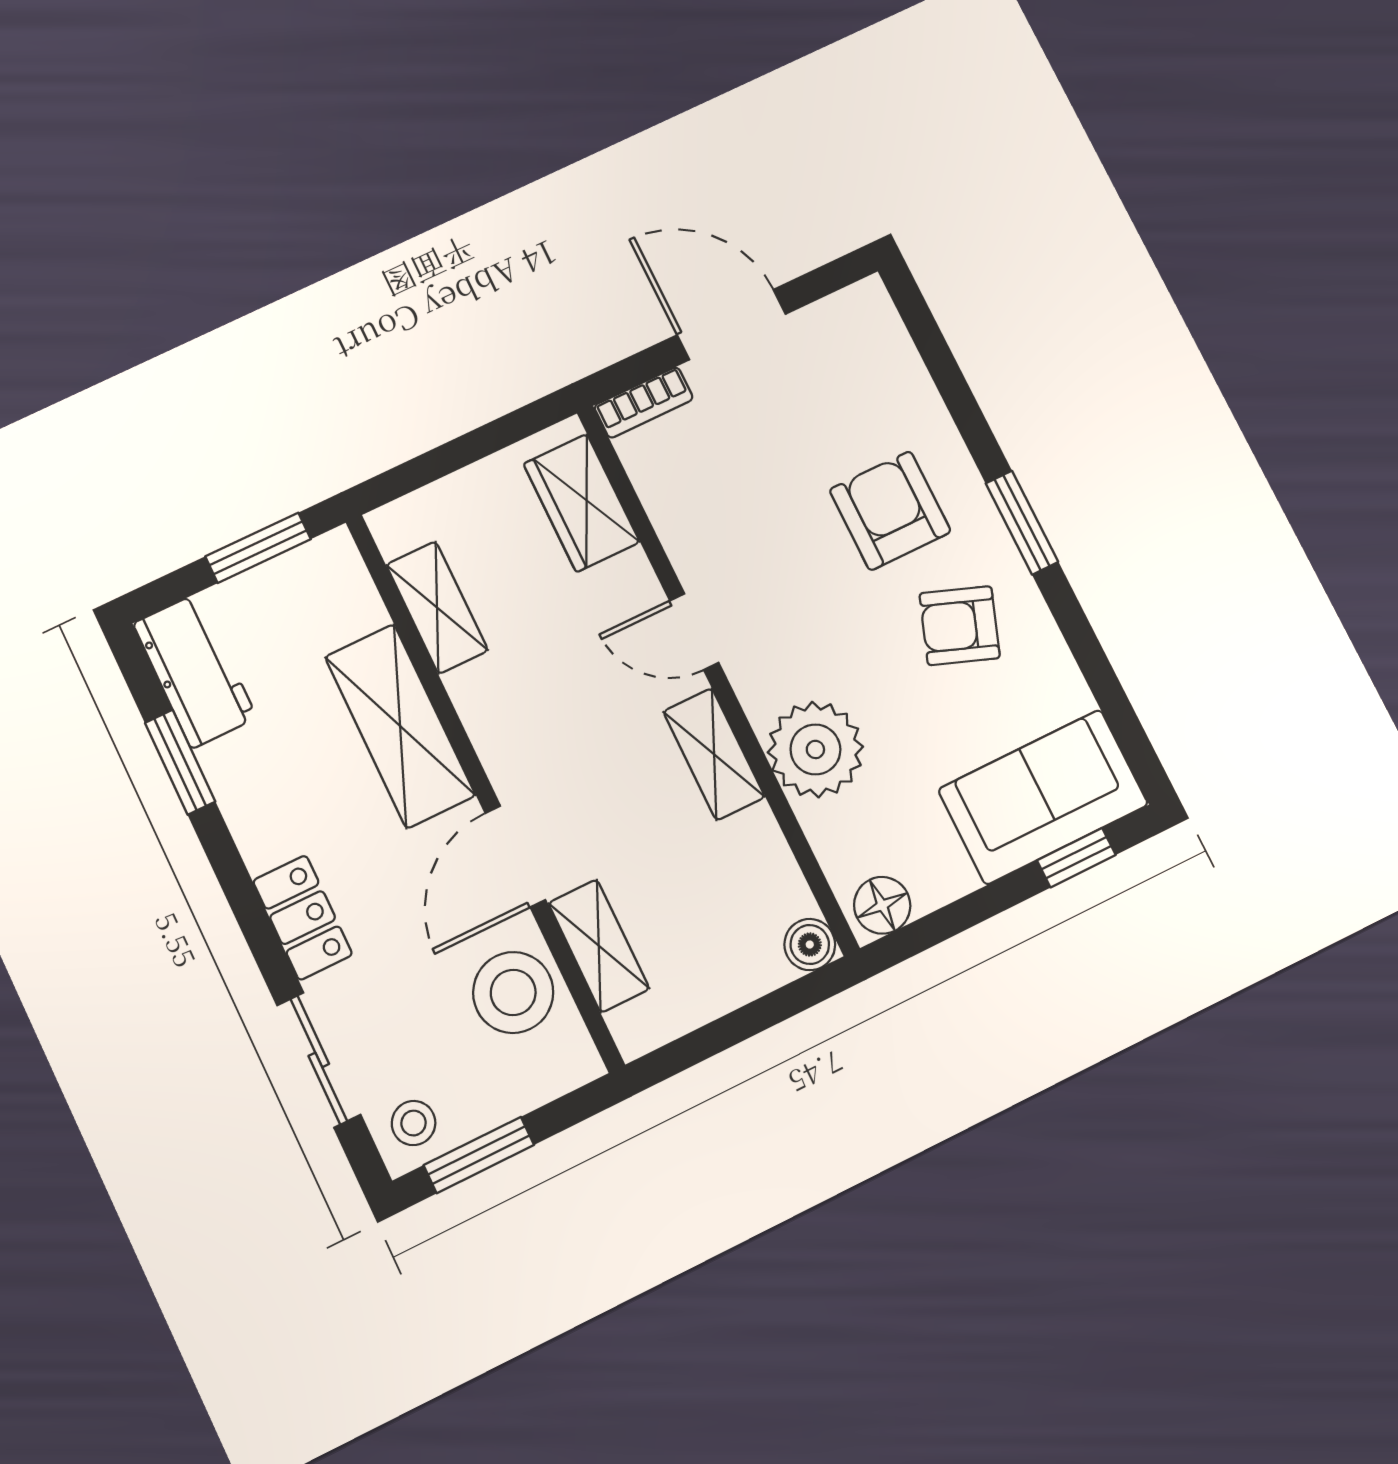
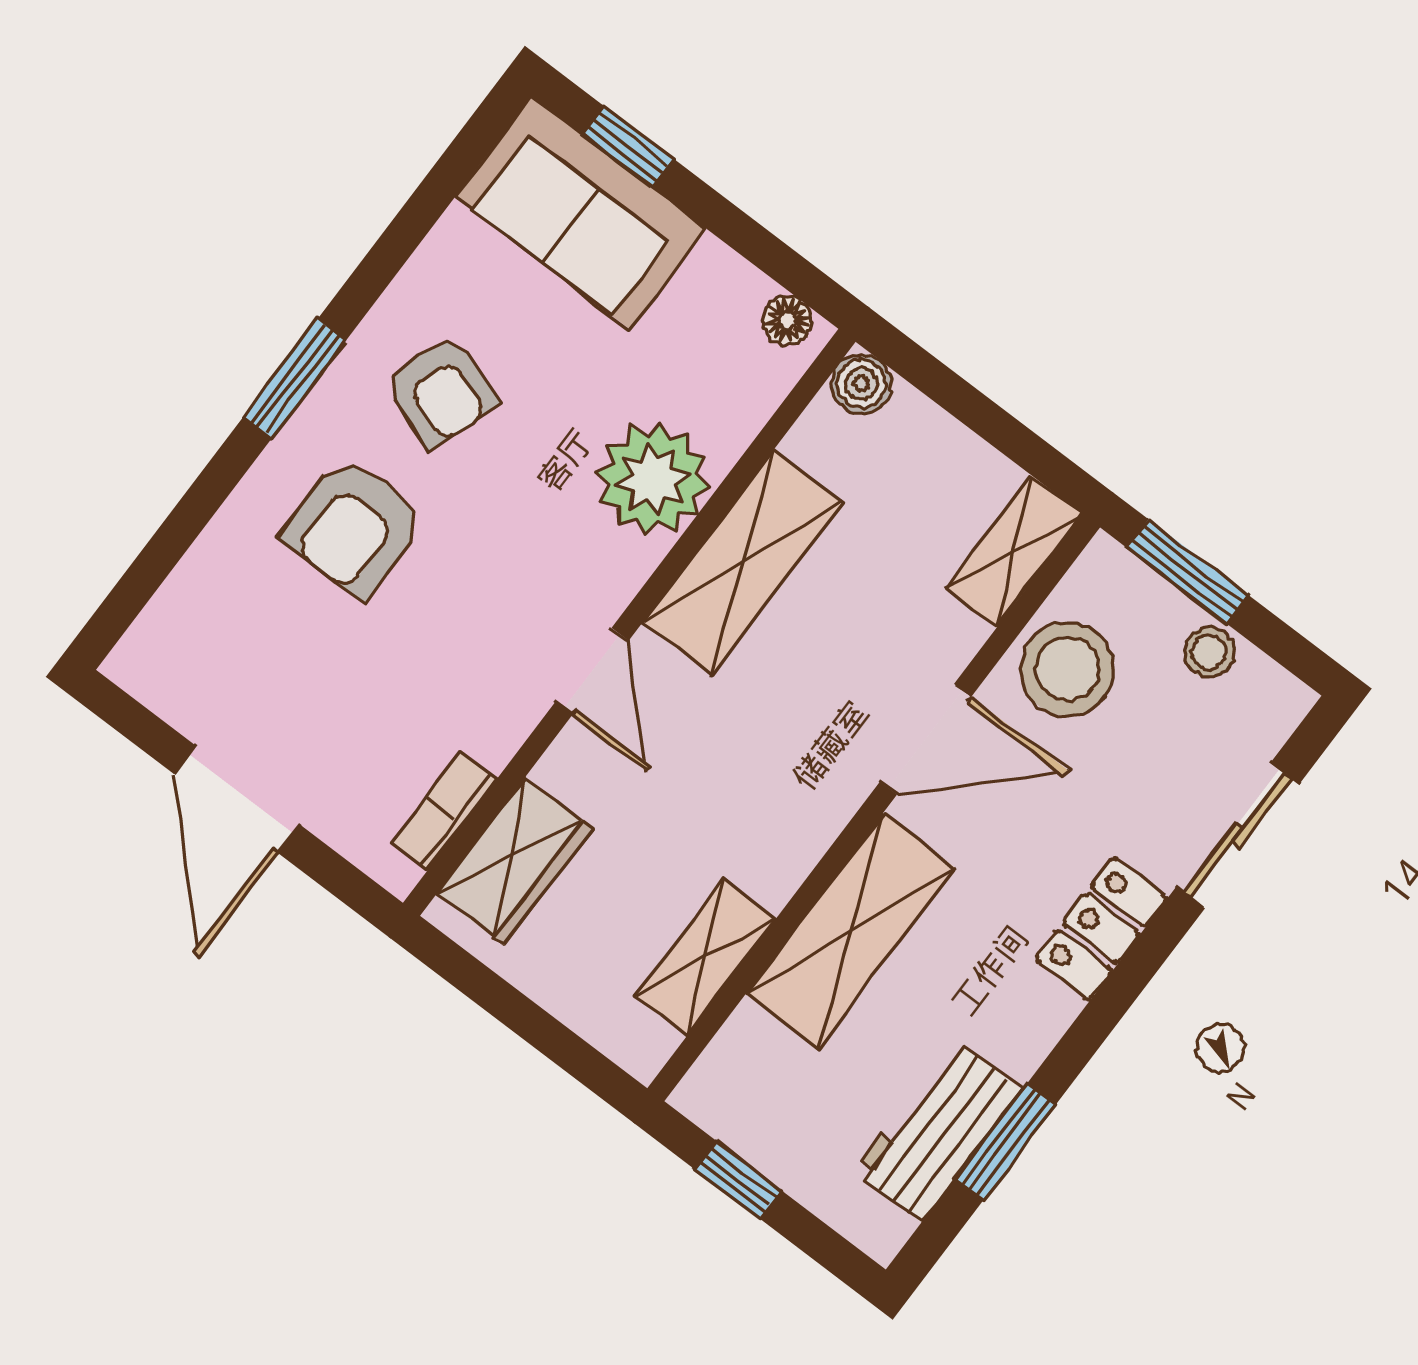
bookcase: (644, 403) -> (444, 811), moved, turned -90
window: (258, 548) -> (738, 1180), width x0.67
workbench: (195, 671) -> (938, 1130), moved
shelving: (714, 754) -> (743, 562), width x1.50, depth x1.33
floor lamp: (882, 905) -> (787, 320), width x0.73, depth x0.73
shelving: (599, 946) -> (1014, 552), moved
stool: (414, 1123) -> (1209, 652), moved
window: (479, 1155) -> (1188, 571), moved

